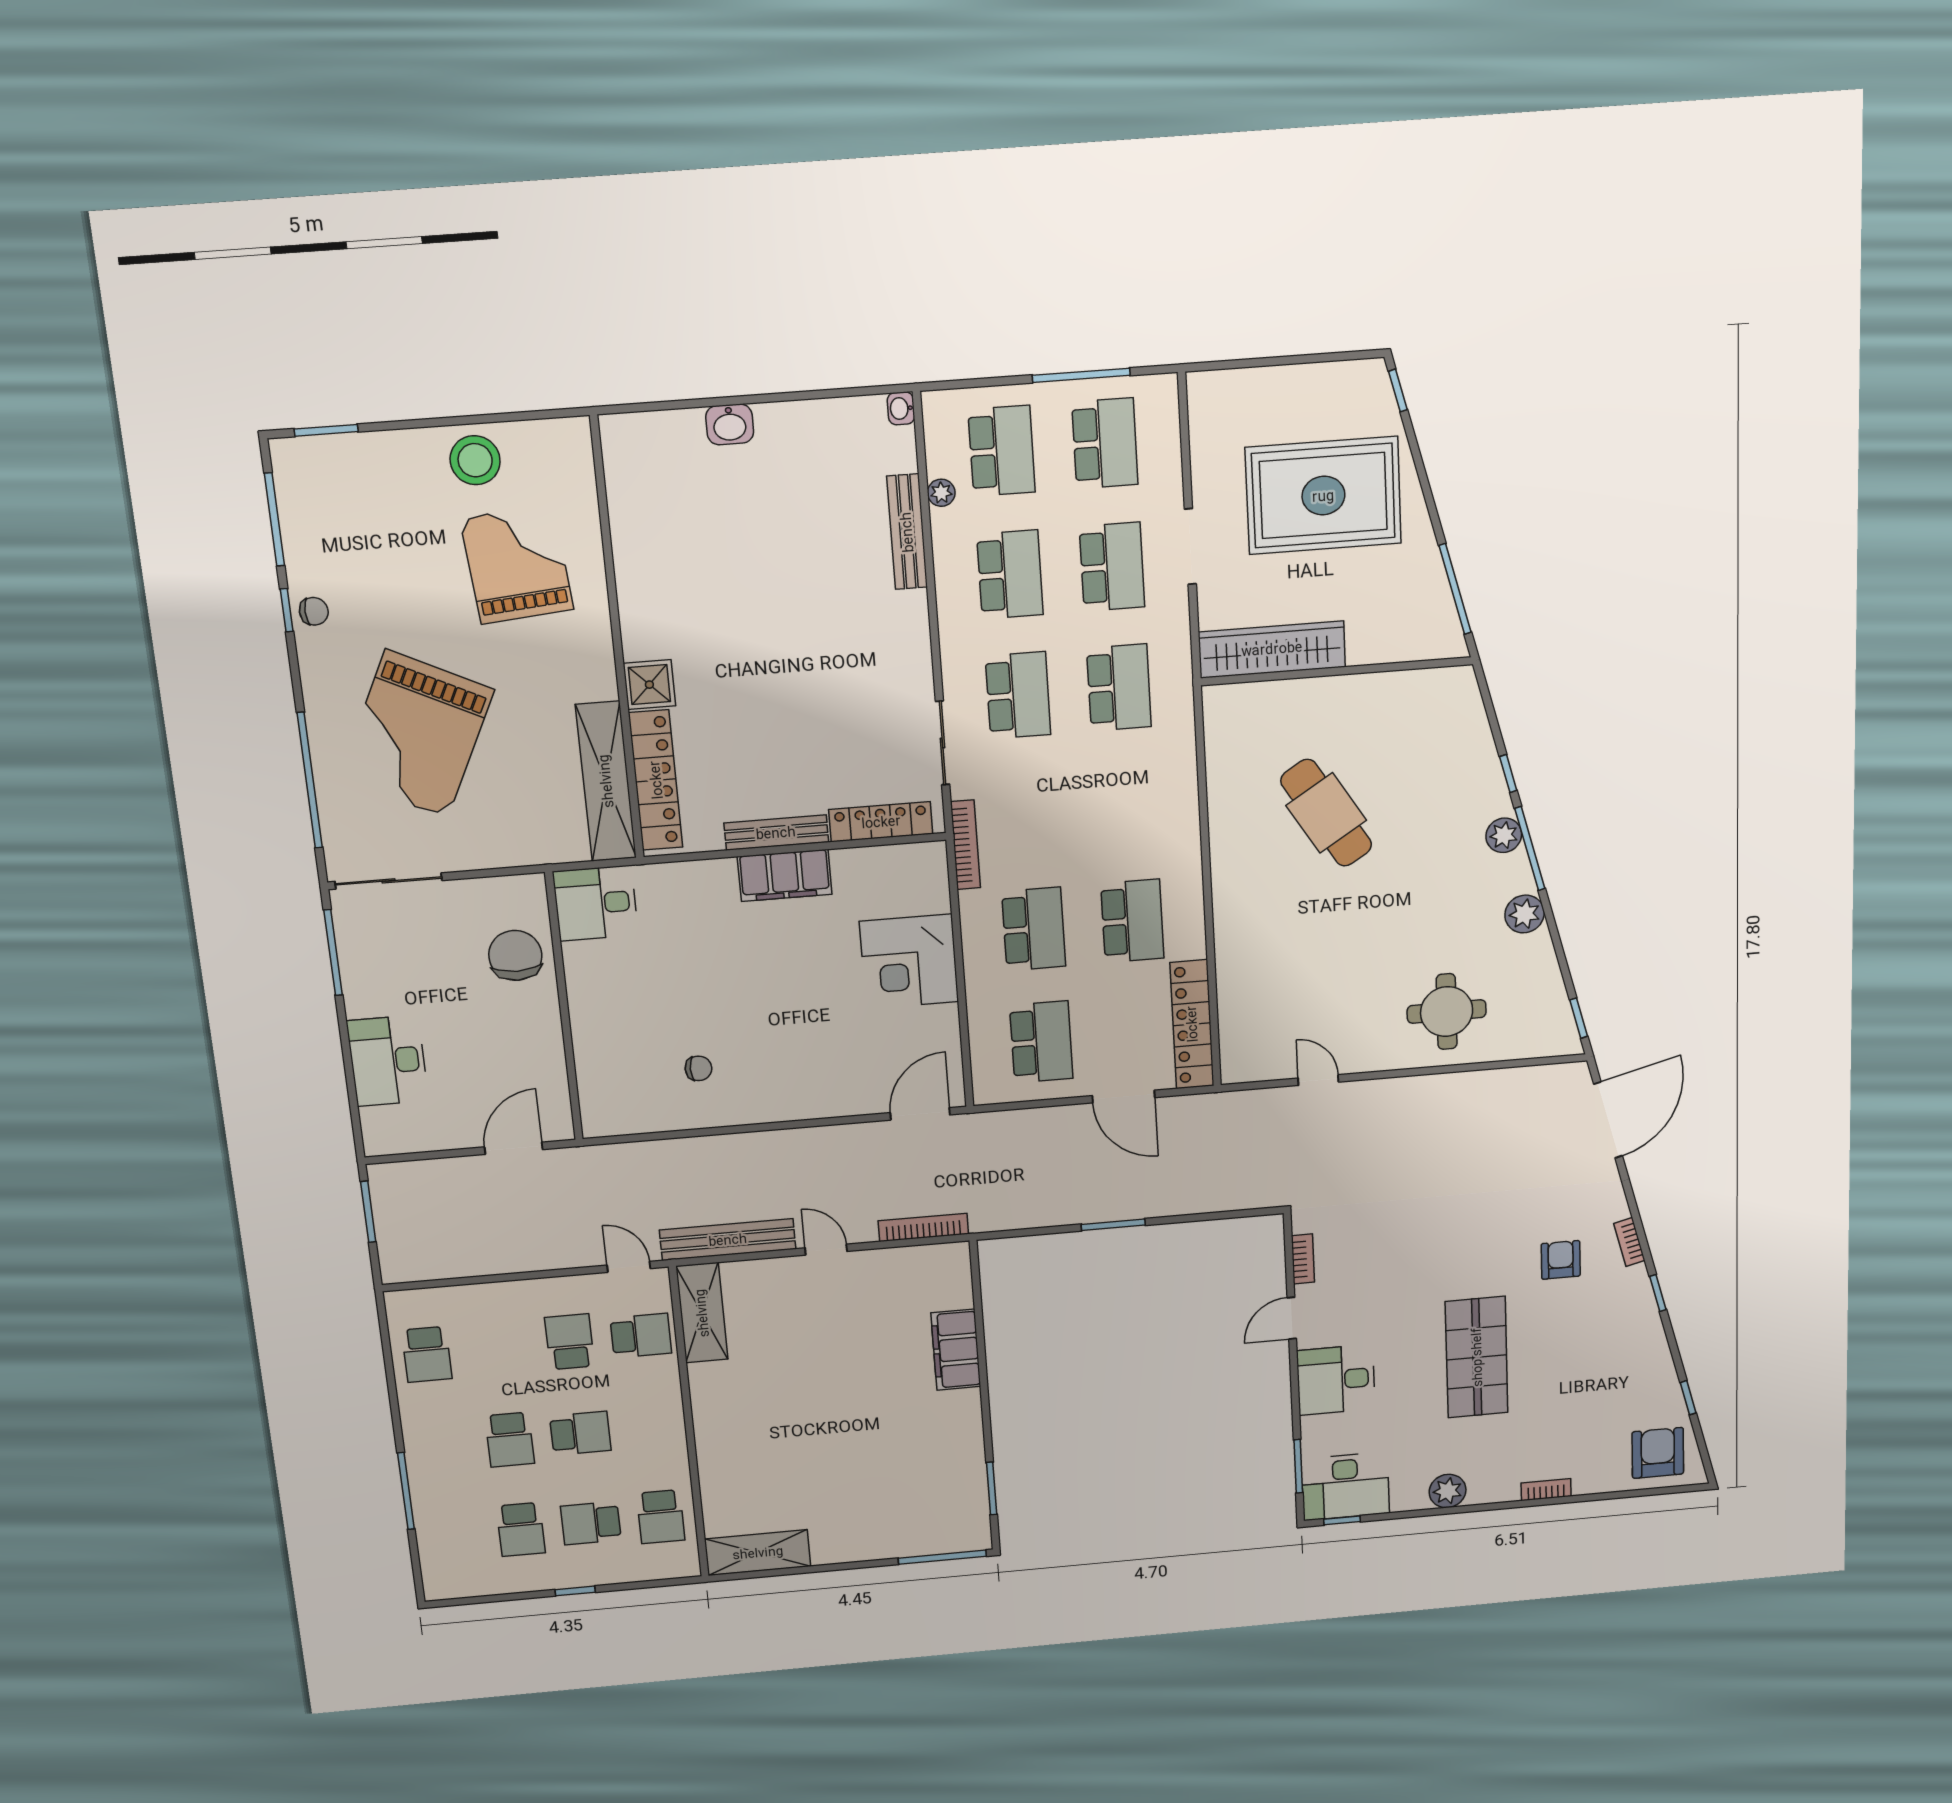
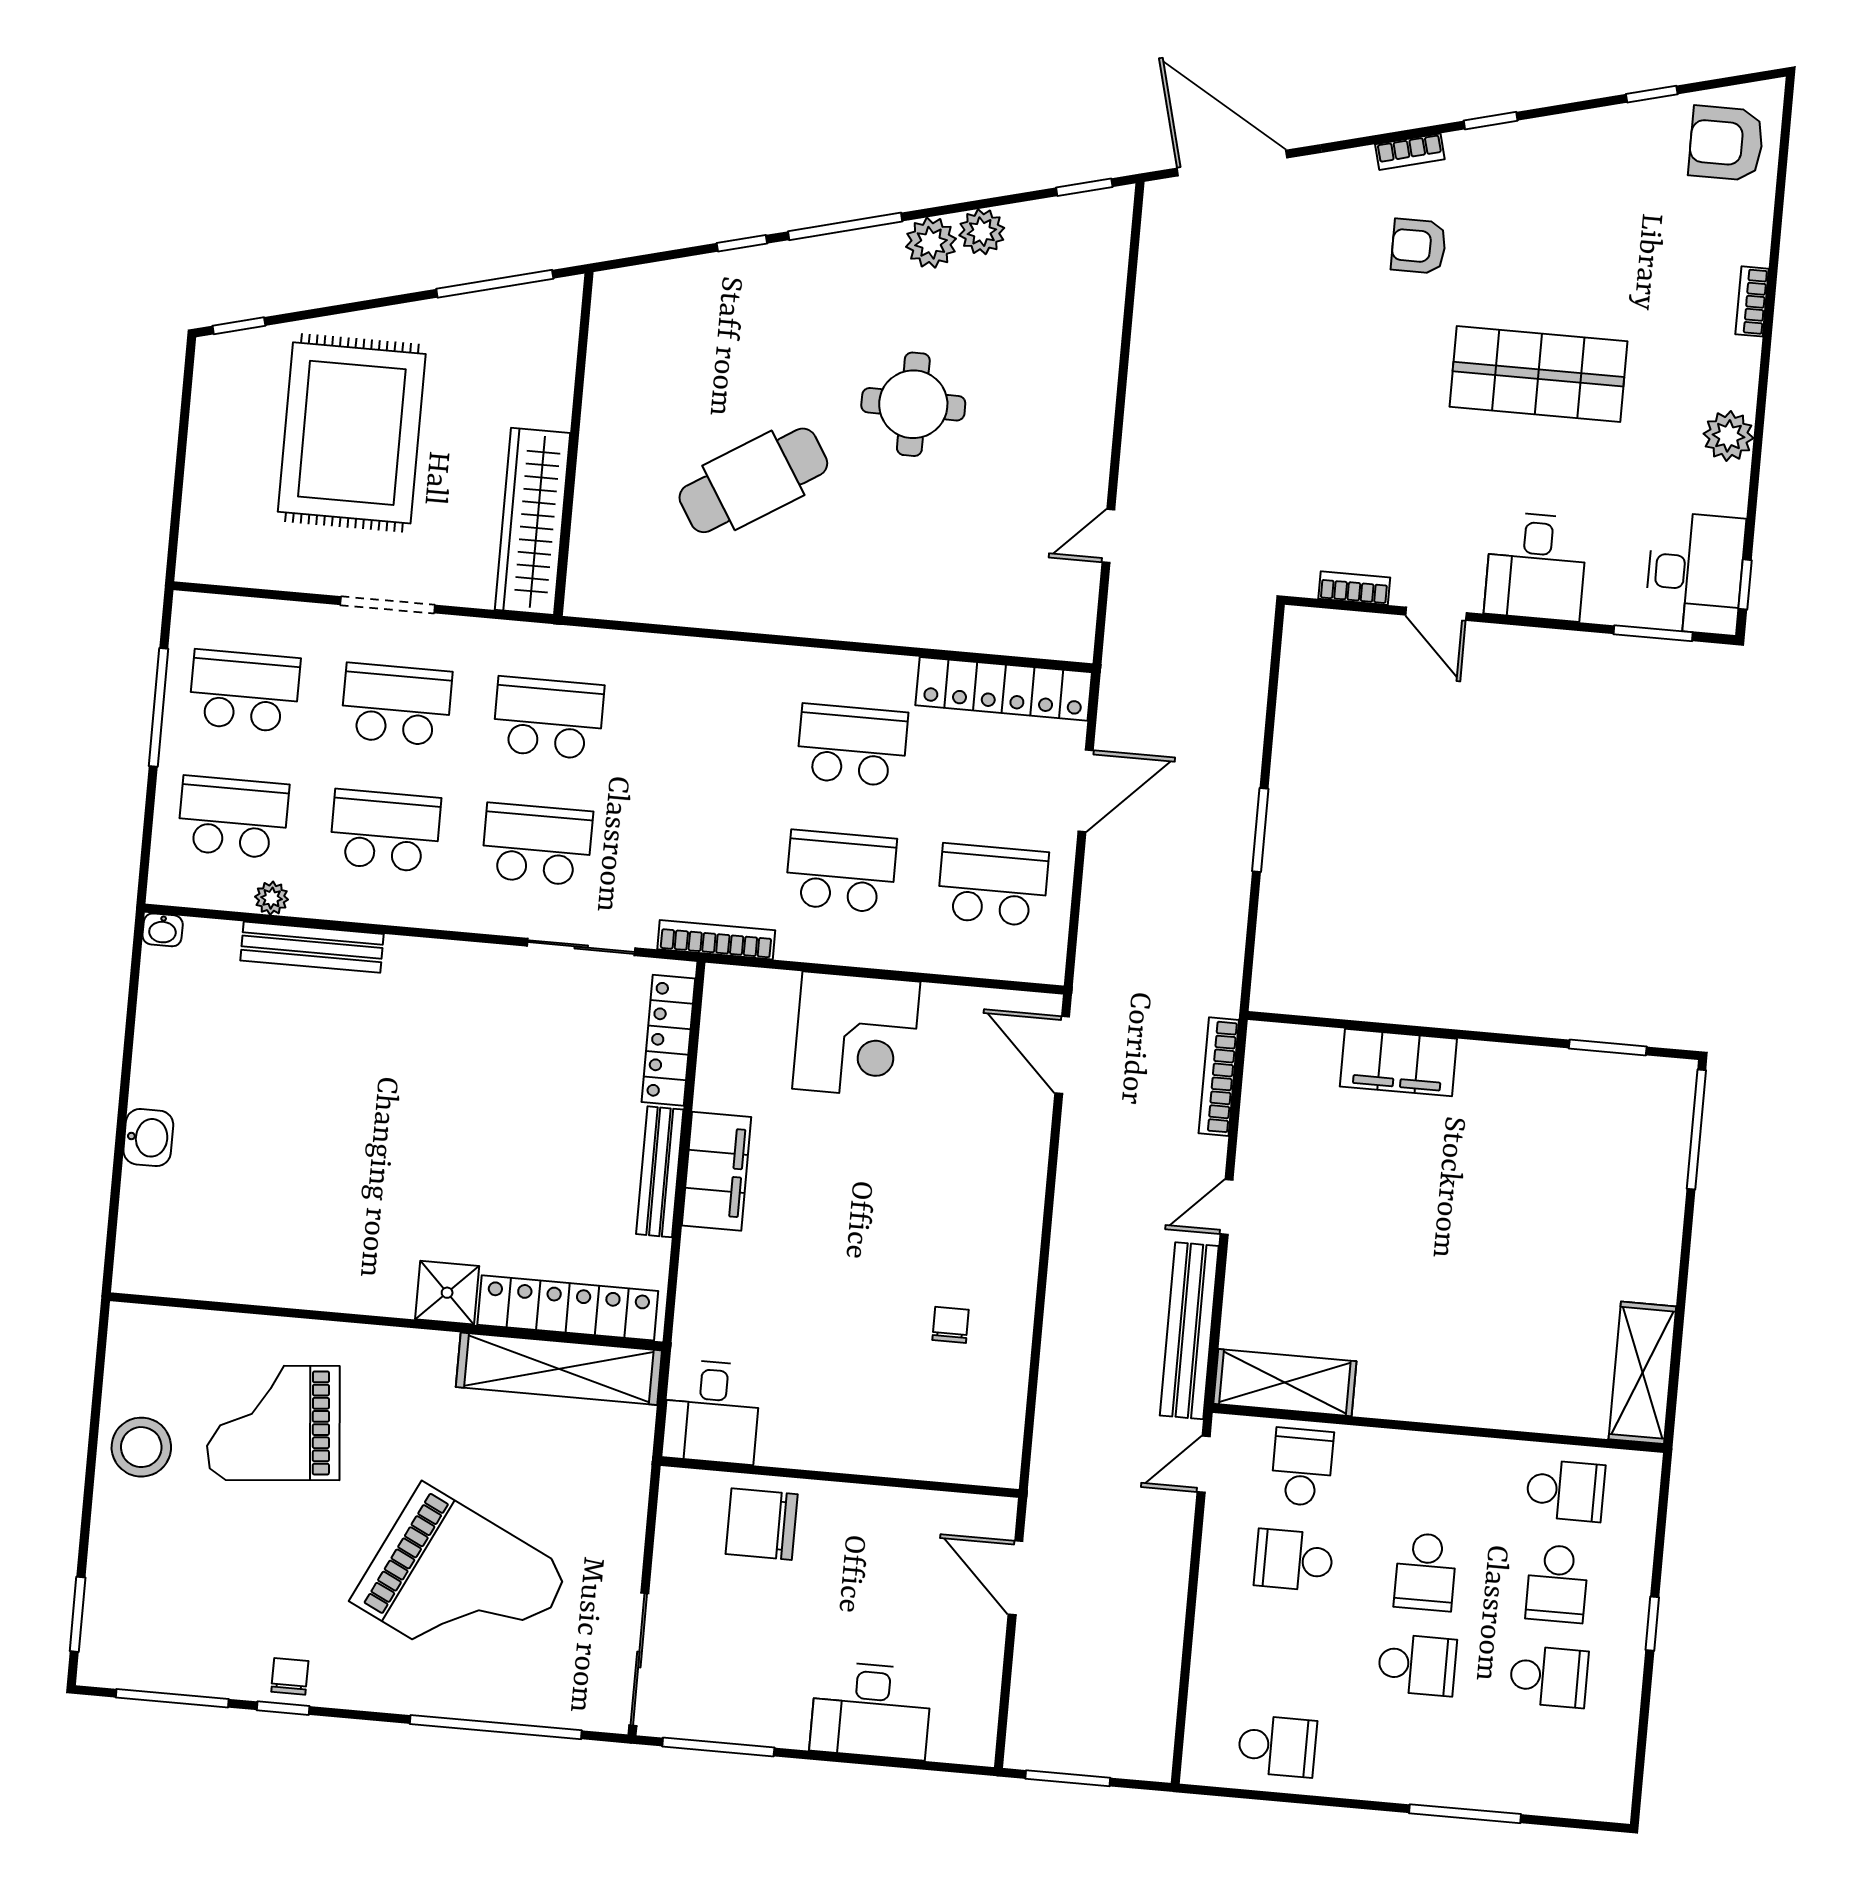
plant: (1504, 835) -> (982, 232), moved
round table: (1447, 1011) -> (913, 404), moved
school desk: (580, 1433) -> (1425, 1572), turned 180

